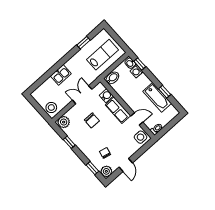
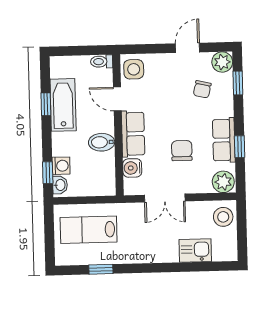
kitchen sink: (61, 75) -> (195, 251), moved
bidet: (112, 78) -> (102, 142), moved
row of seats: (78, 140) -> (224, 140), added

